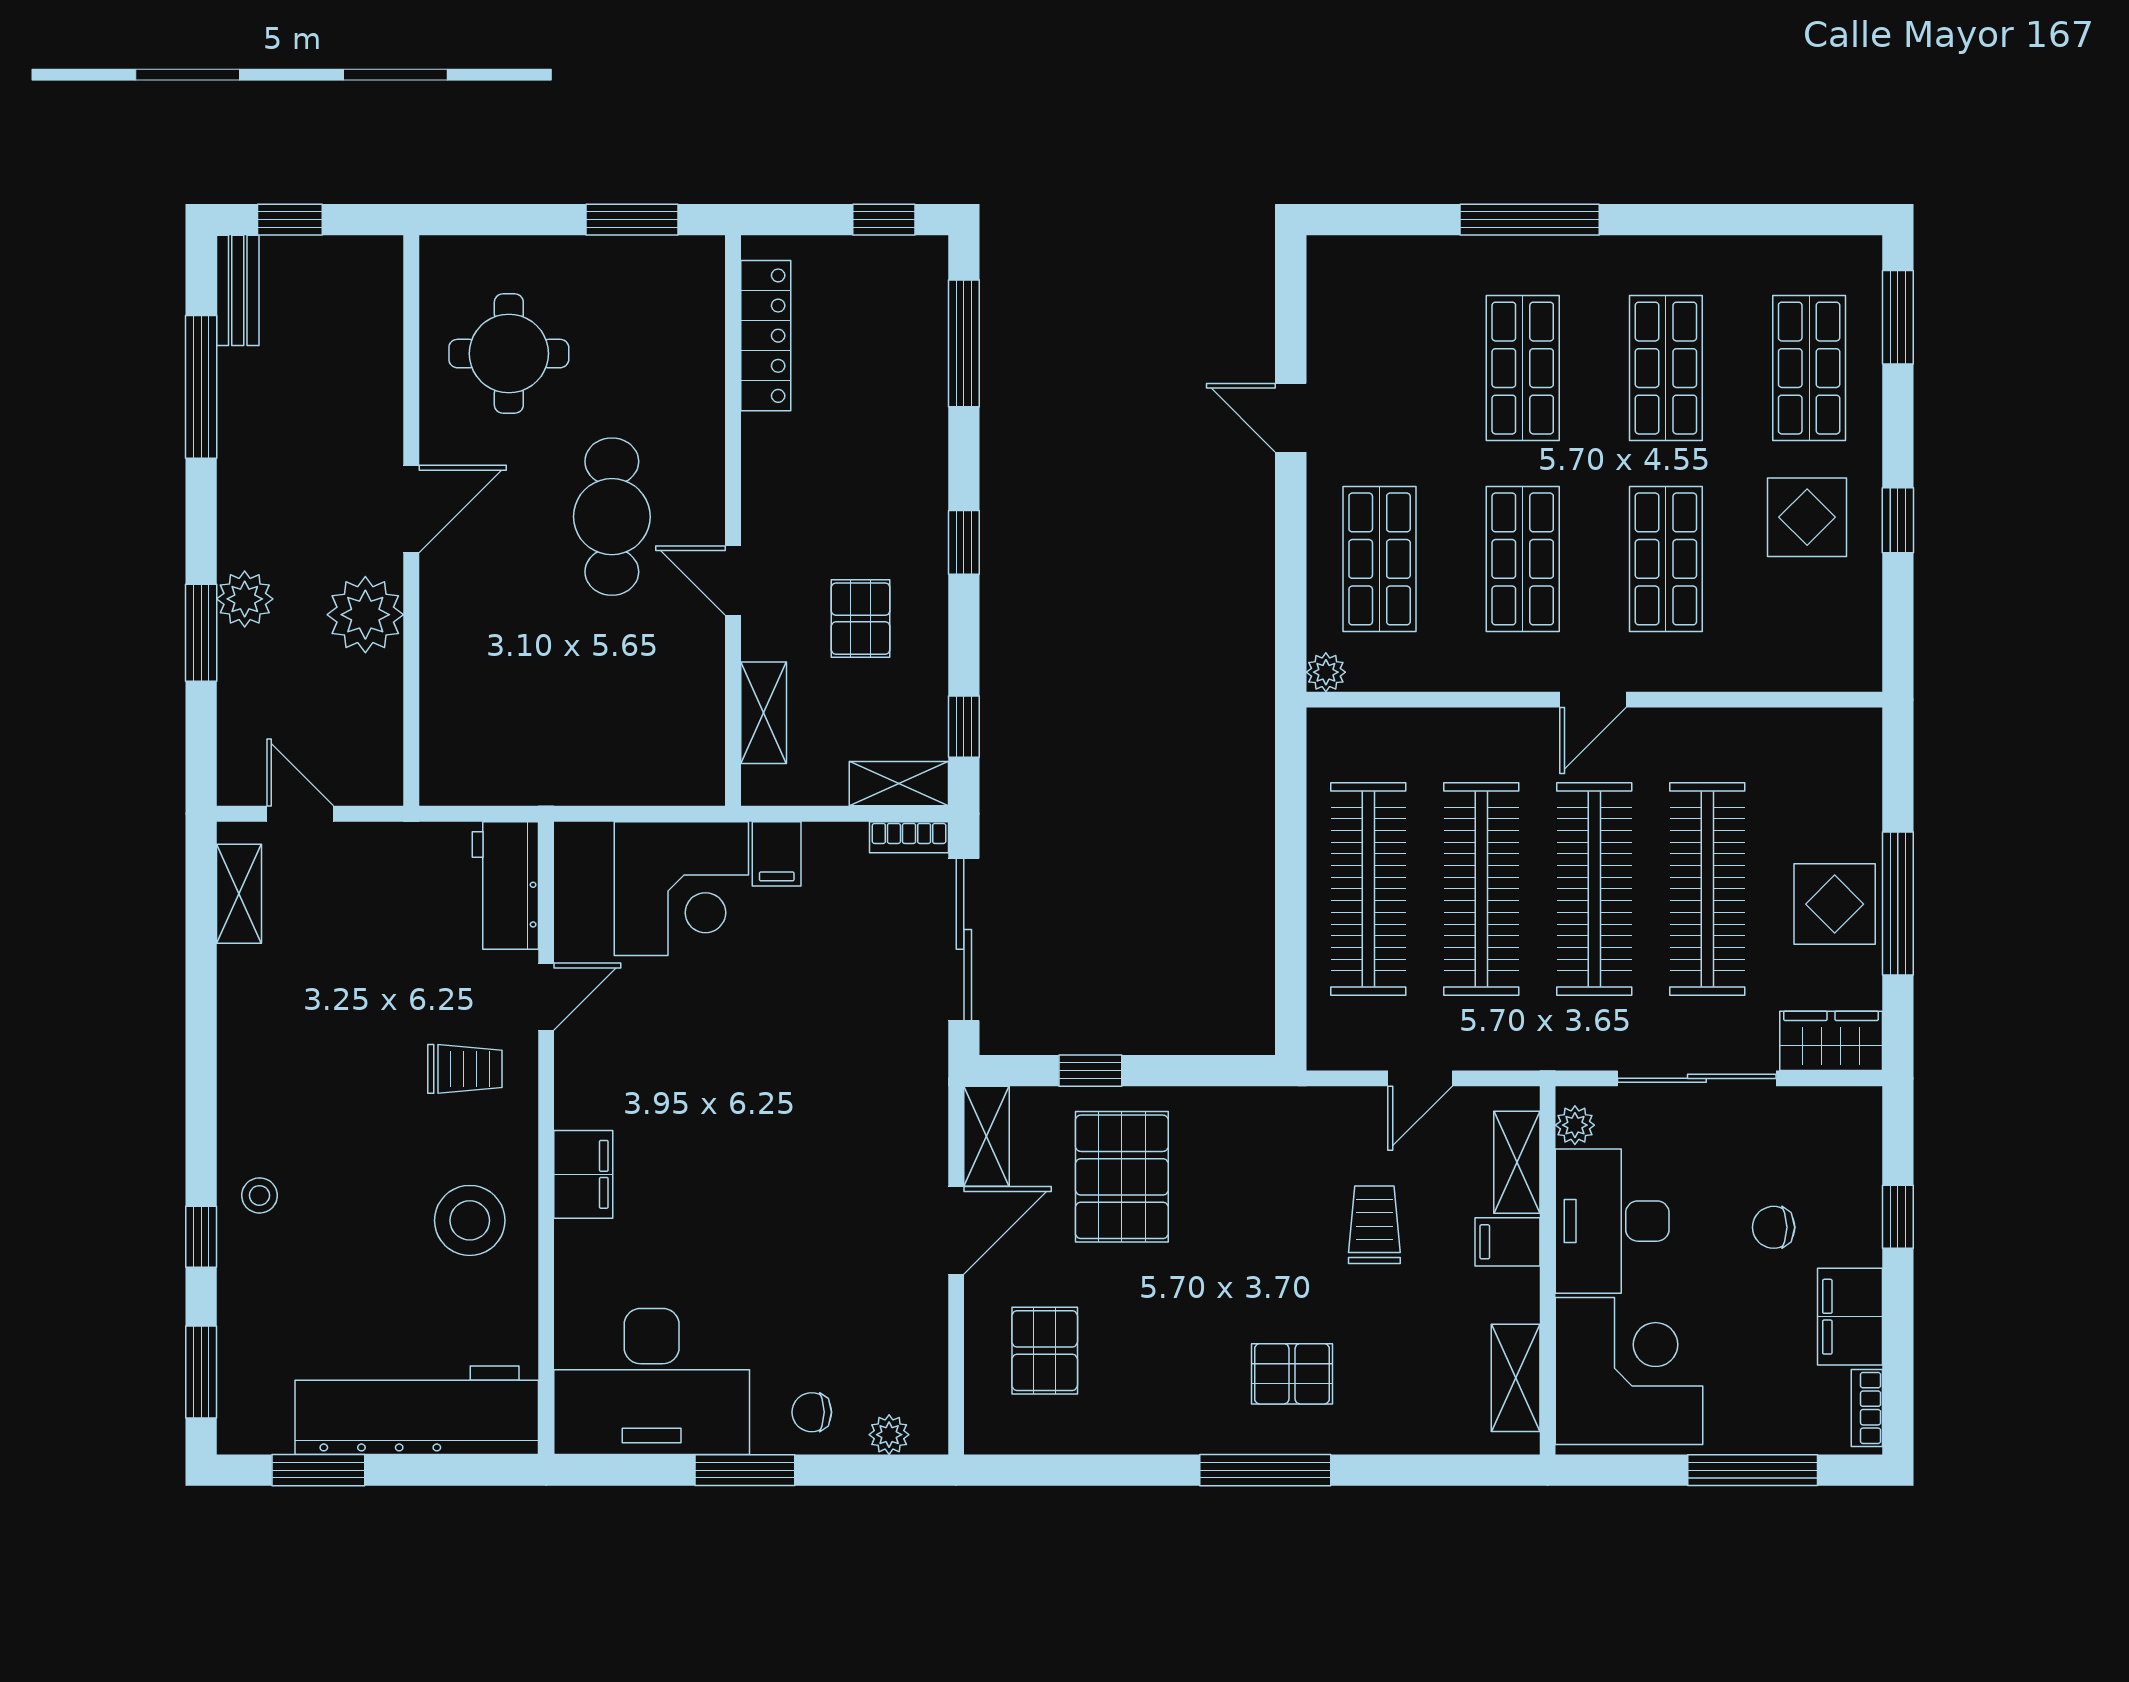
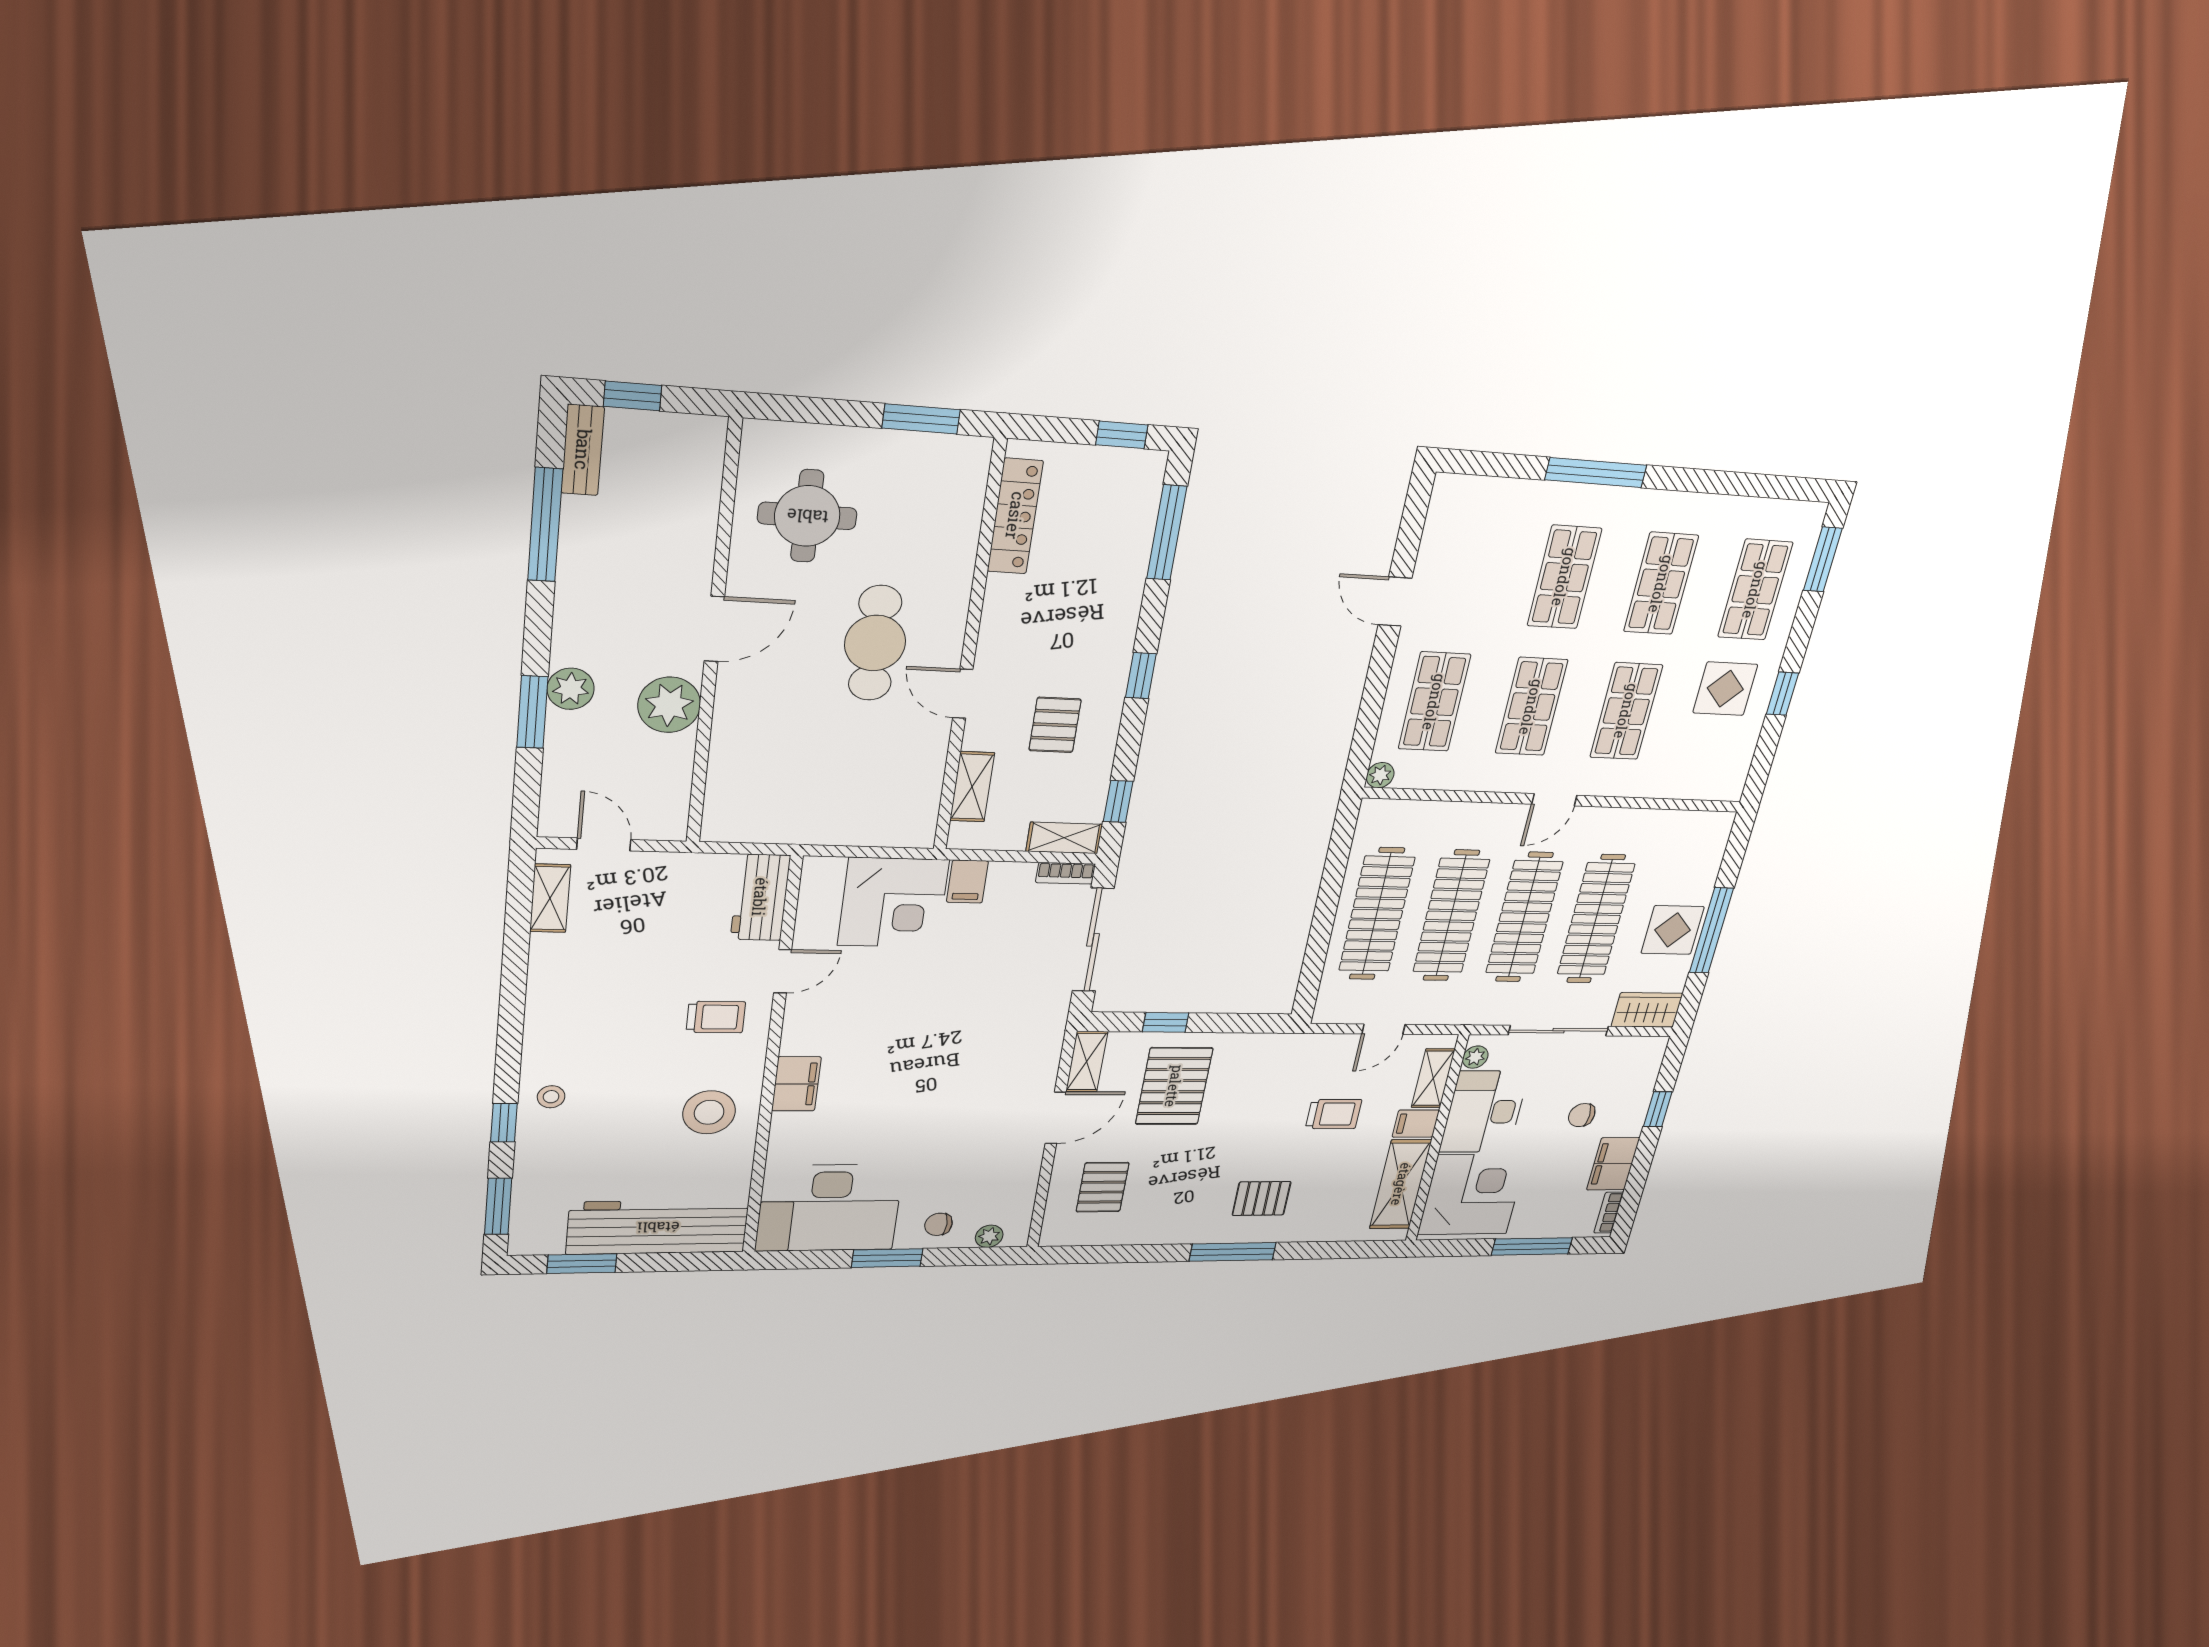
trolley: (1374, 1225) -> (1334, 1114), turned 90
shelving: (1516, 1378) -> (1401, 1184), width x1.50, depth x1.33

